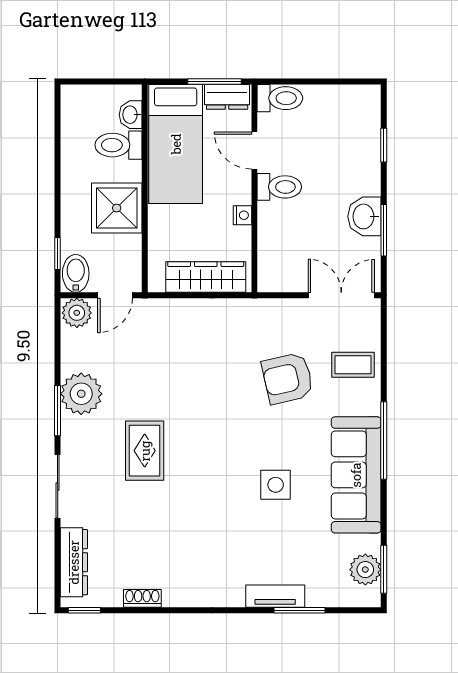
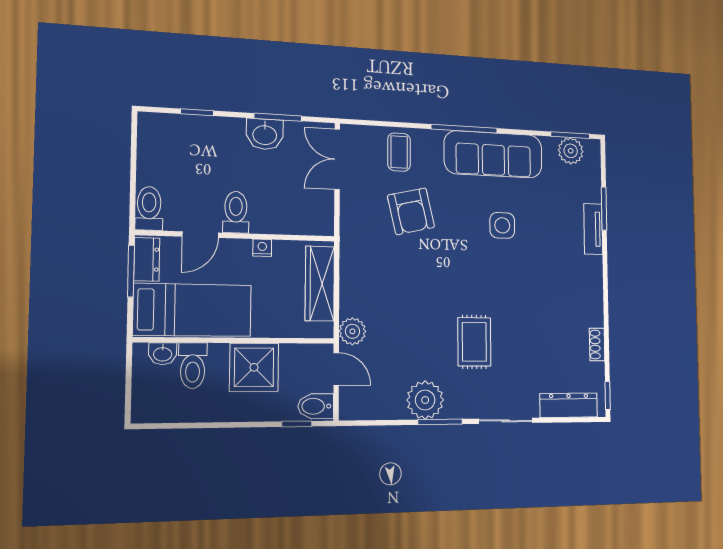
plant: (77, 313) -> (352, 331), moved
rug: (145, 451) -> (474, 342), turned 90

